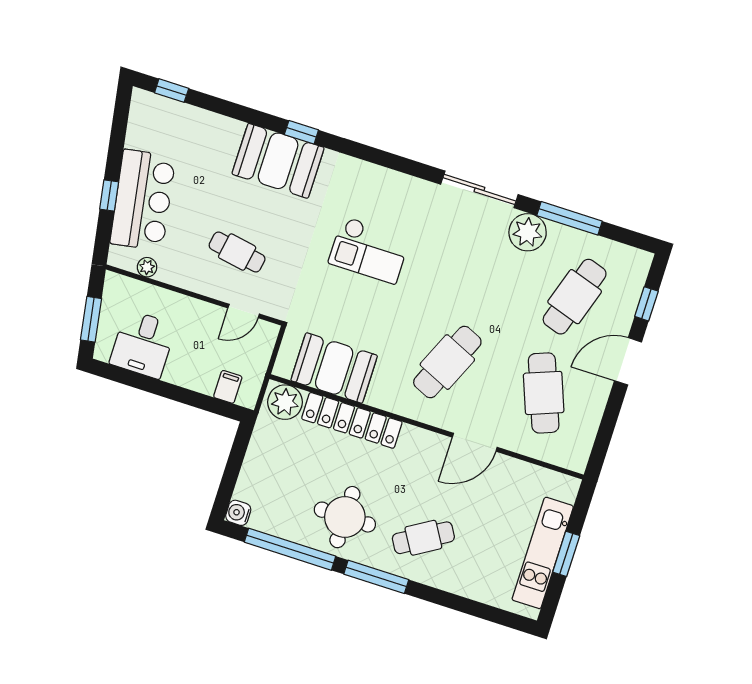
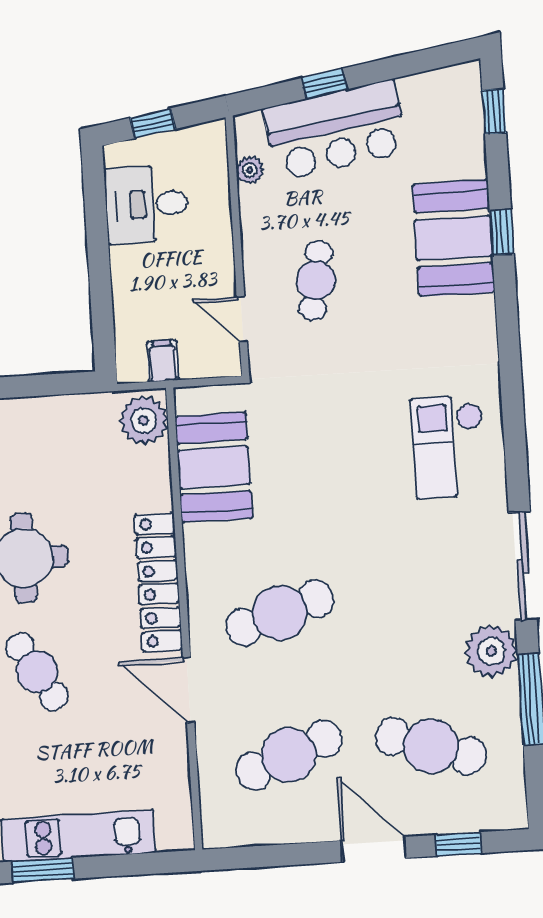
window: (301, 132) -> (502, 232), moved
booth: (278, 161) -> (454, 238), moved
checkout: (369, 250) -> (448, 447), moved
window: (91, 319) -> (153, 123), width x0.67
cafe table: (447, 362) -> (280, 613), turned -42
filing cabinet: (228, 387) -> (163, 361), moved, turned -90
locker: (352, 420) -> (158, 582), moved
window: (566, 554) -> (43, 870), moved

